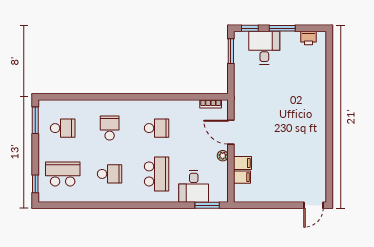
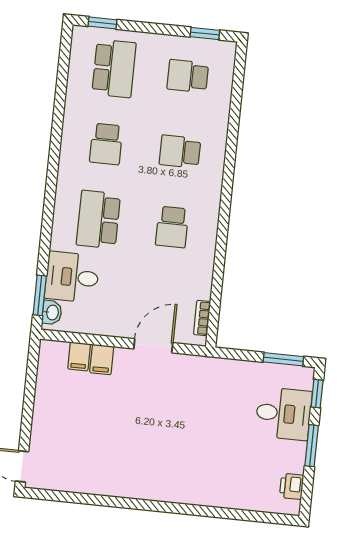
window: (35, 120) -> (205, 33), width x0.67
school desk: (63, 128) -> (188, 76), turned 90
school desk: (110, 128) -> (180, 152), turned 180
plant: (223, 156) -> (117, 329), removed
school desk: (157, 174) -> (98, 219), turned 90
washbasin: (217, 197) -> (52, 312), added

